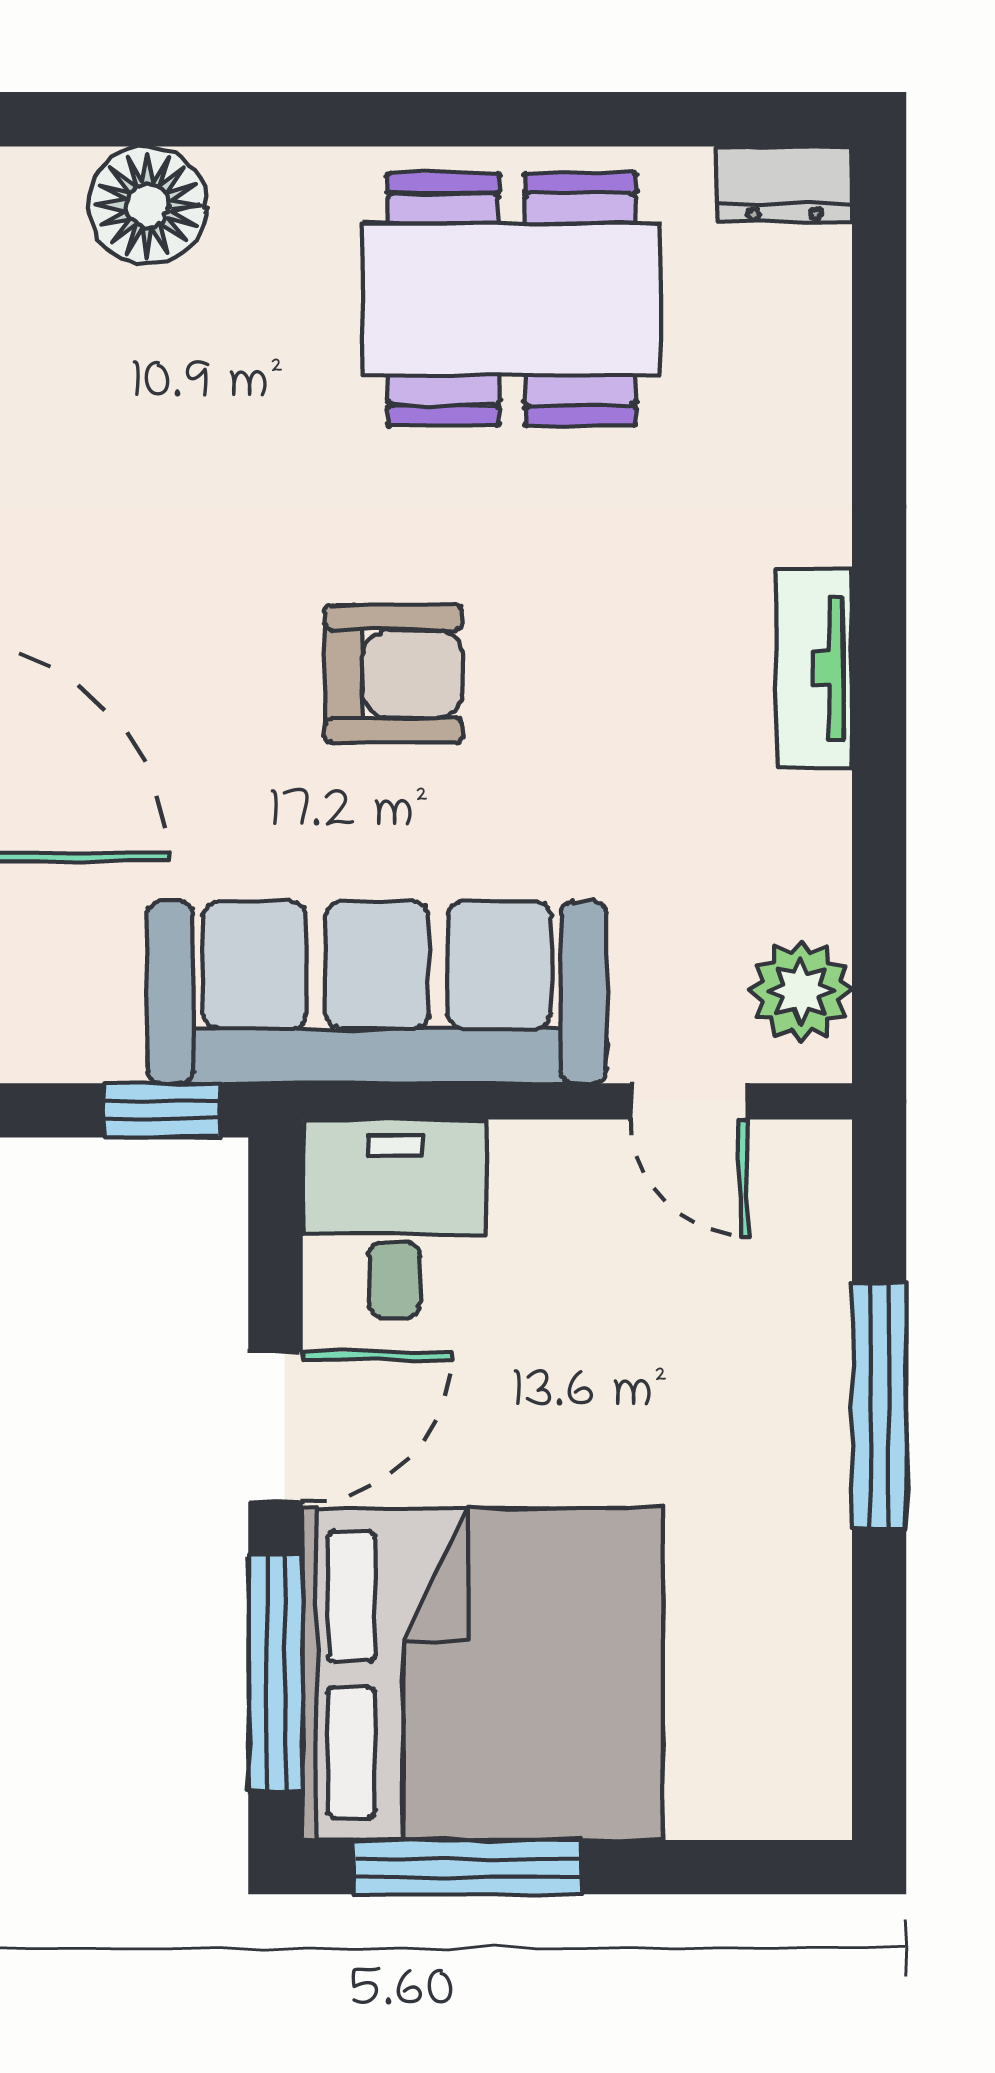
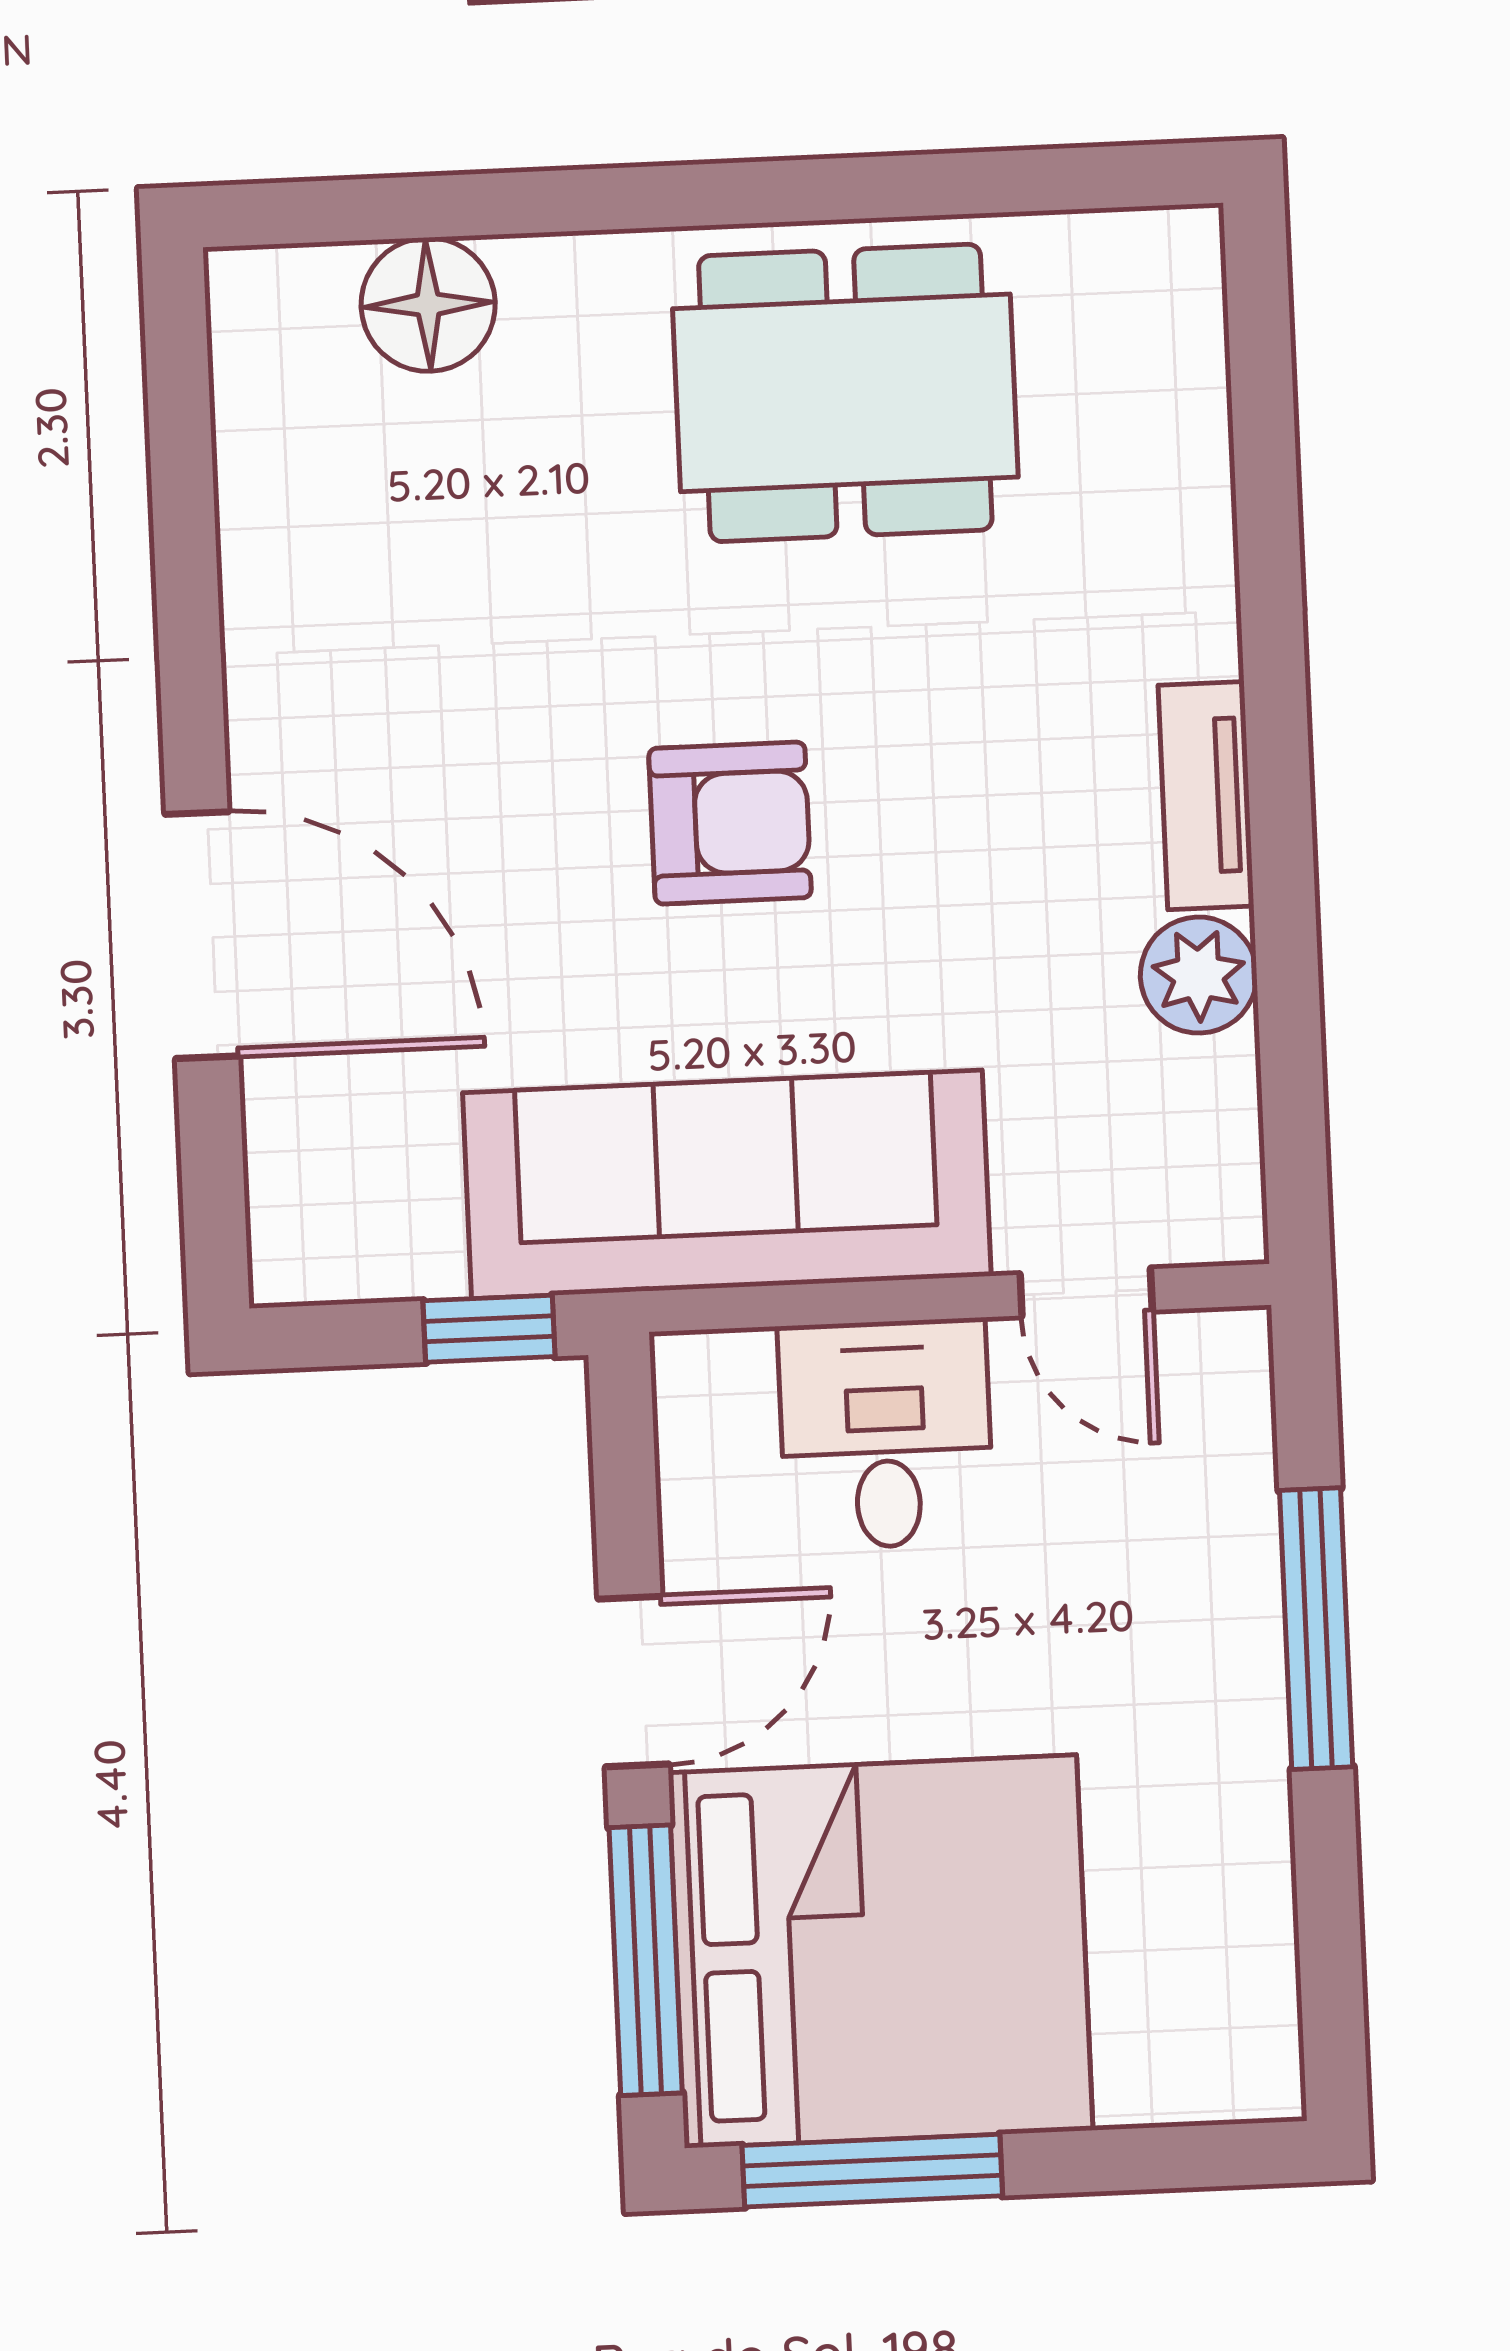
dresser: (785, 184) -> (1149, 249), removed
plant: (801, 991) -> (1199, 975), moved
desk: (394, 1218) -> (886, 1434), moved

